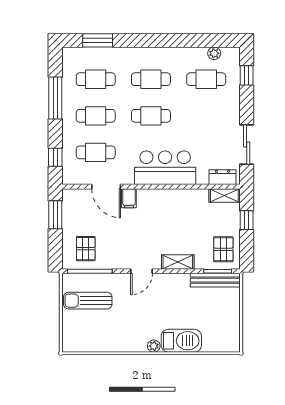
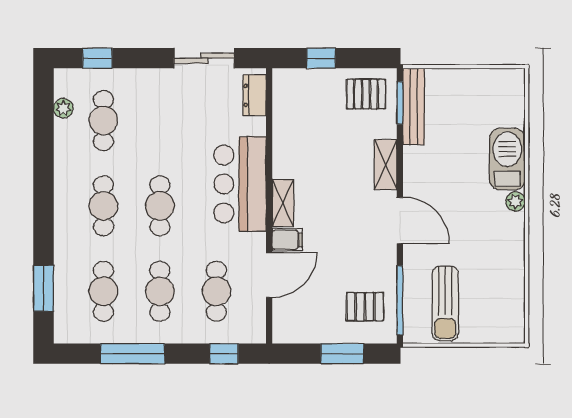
shelving: (224, 195) -> (283, 203), moved
window: (55, 215) -> (342, 354), moved
door: (142, 271) -> (400, 220), width x1.38

